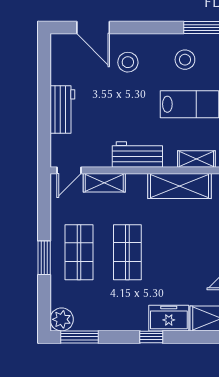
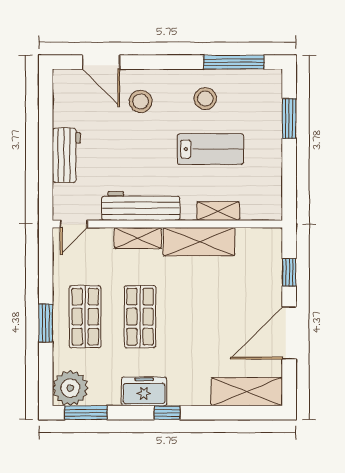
workbench: (137, 154) -> (141, 206), width x1.38
shelving: (104, 183) -> (138, 238), moved
freezer: (169, 318) -> (144, 391), moved
plant: (62, 319) -> (70, 388), width x1.36, depth x1.36

